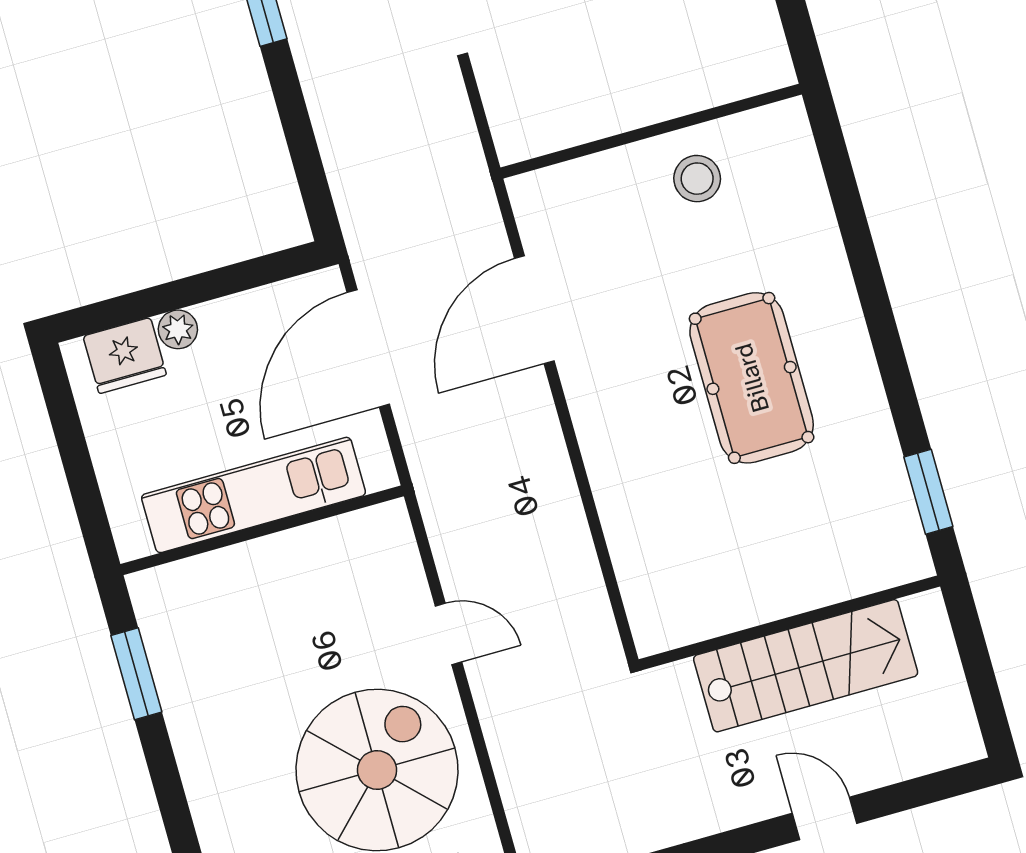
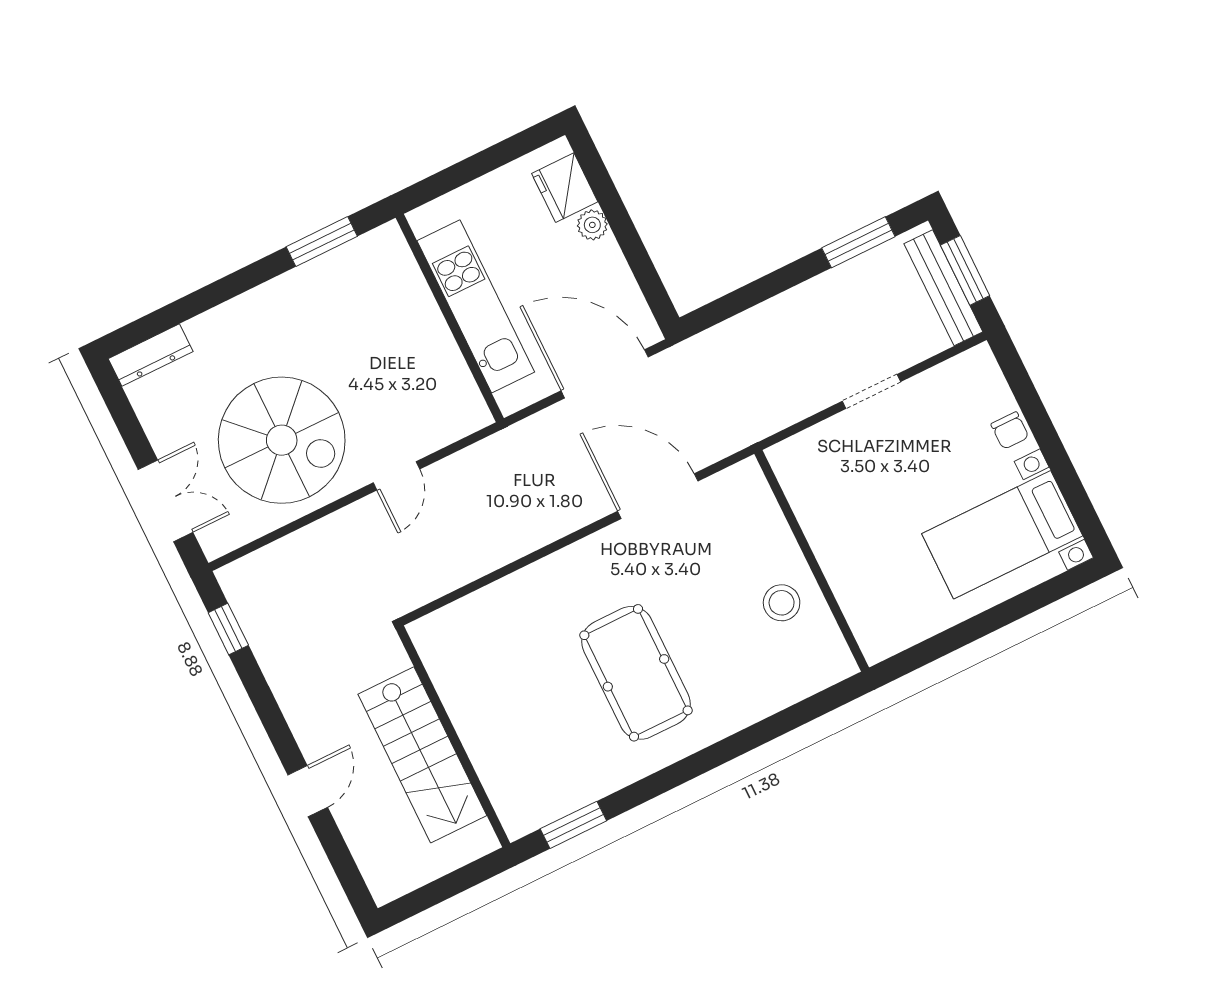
pool table: (752, 378) -> (636, 673), turned 90

